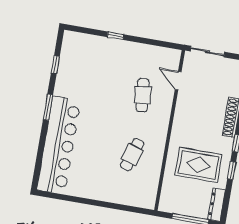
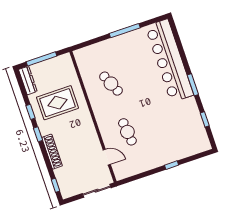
cafe table: (132, 154) -> (111, 84), turned -42
window: (88, 202) -> (125, 31), added

